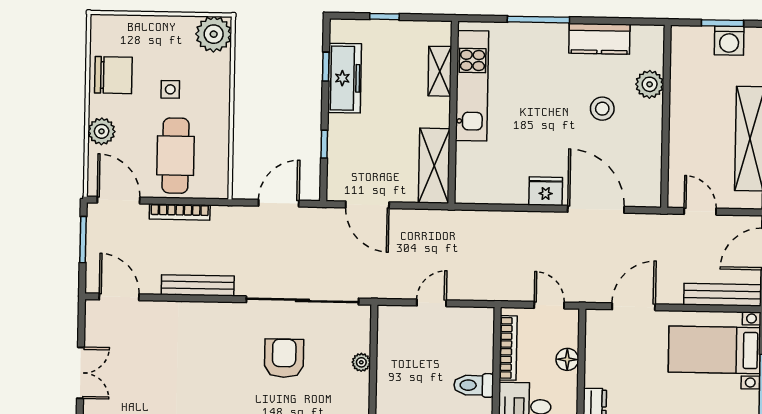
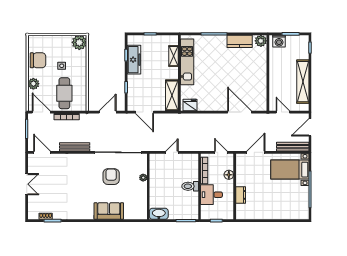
washing machine: (729, 41) -> (279, 41), moved
plant: (650, 84) -> (261, 41), moved
stool: (602, 109) -> (241, 70), removed
fridge: (546, 191) -> (190, 105), moved

